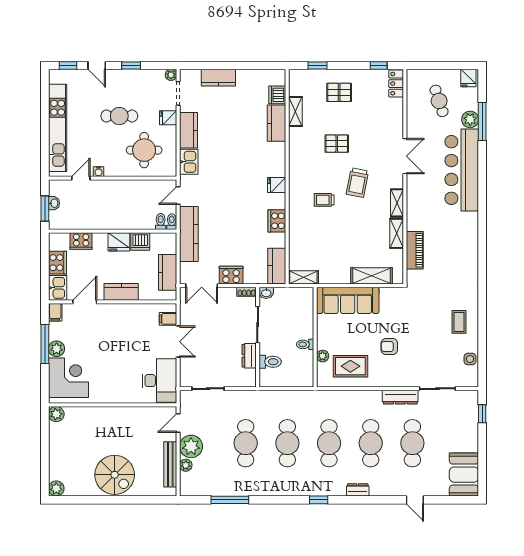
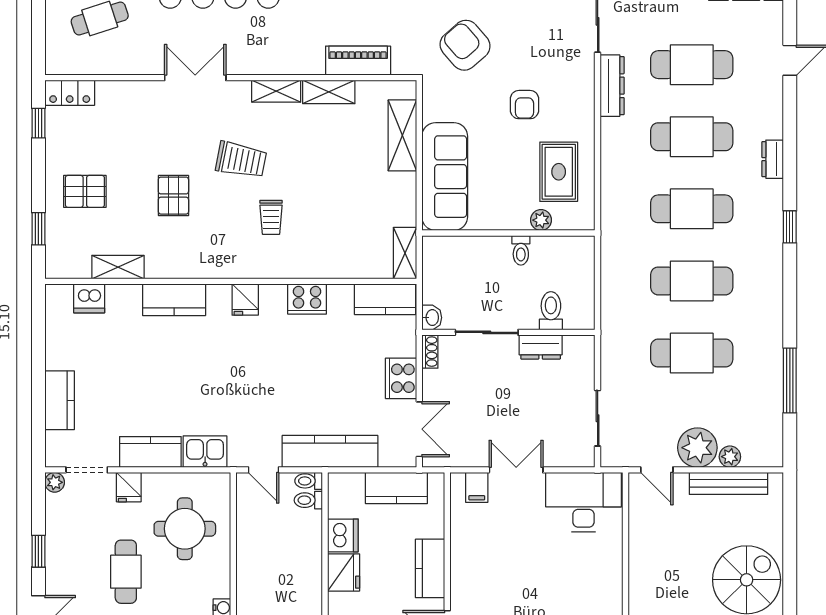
pallet: (339, 92) -> (85, 191), turned 90
kitchen counter: (276, 123) -> (174, 300), moved
armchair: (424, 312) -> (465, 45), added

